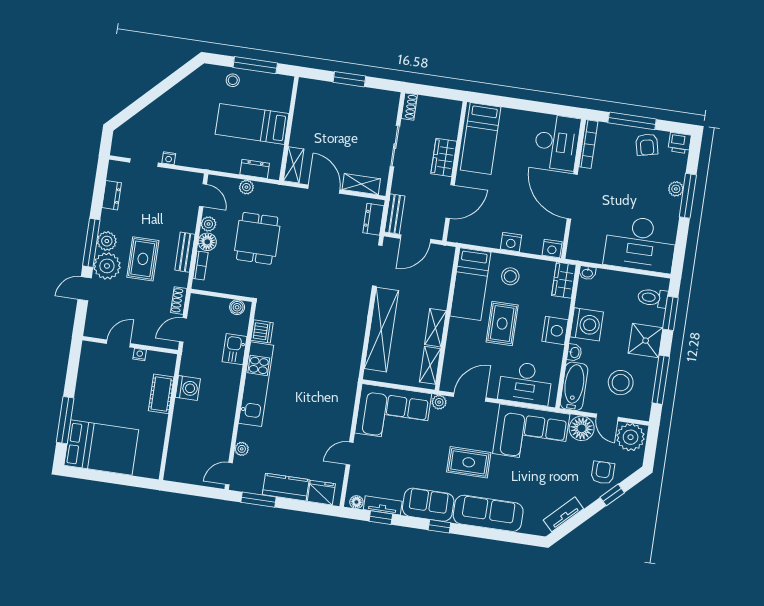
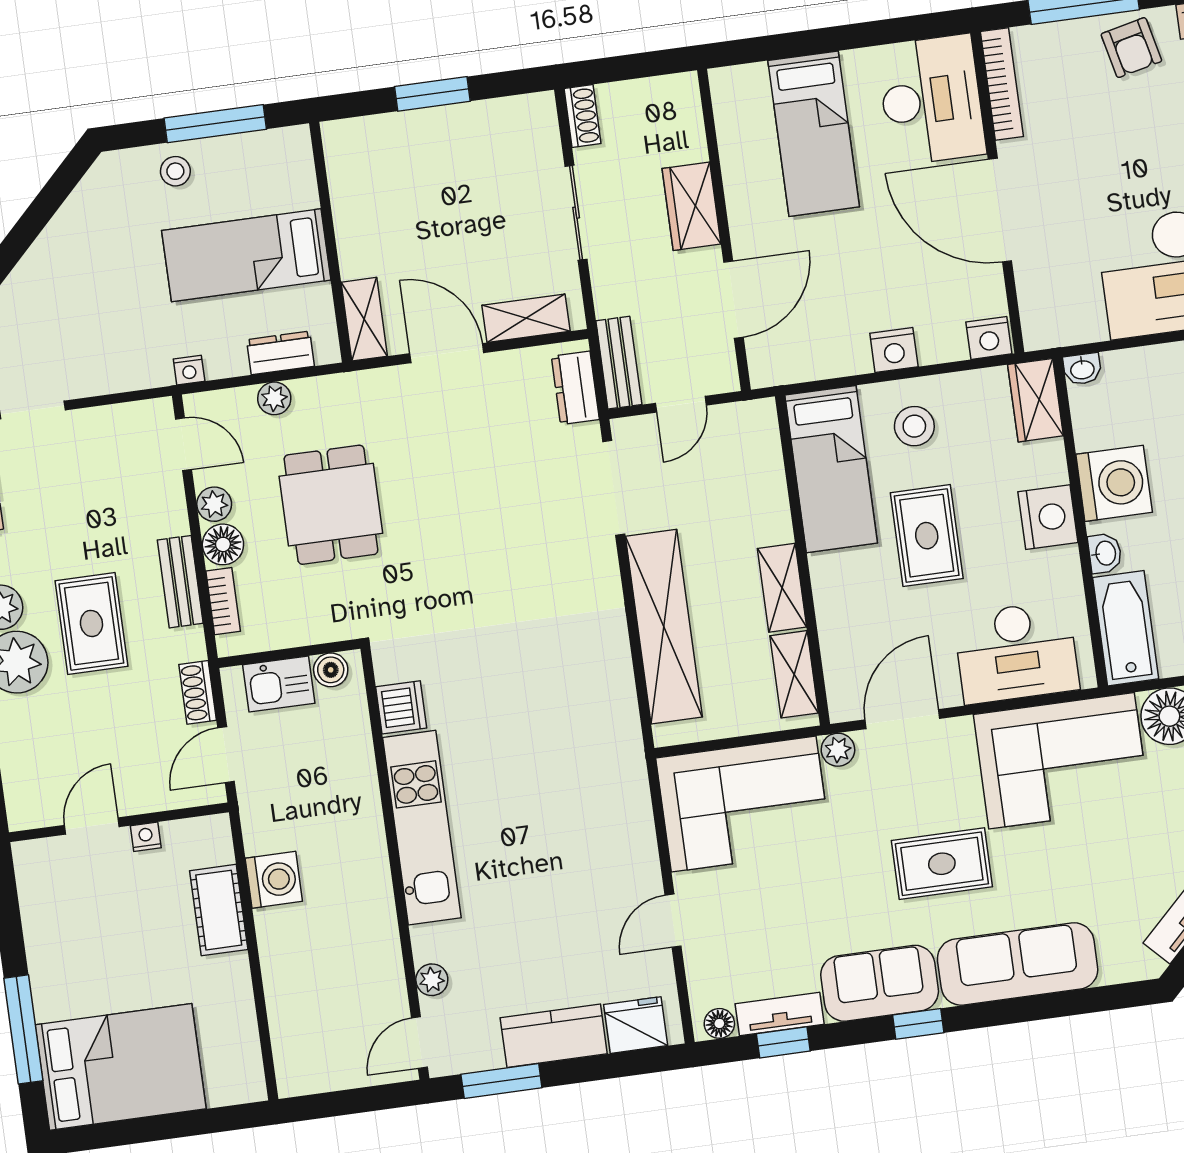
bed: (481, 139) -> (814, 134), moved
nightstand: (169, 158) -> (189, 370), moved
door: (415, 239) -> (681, 404), width x0.73
kitchen sink: (235, 349) -> (279, 684), moved, turned -90

